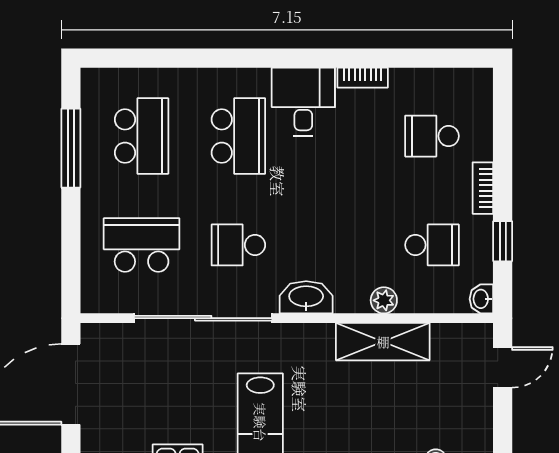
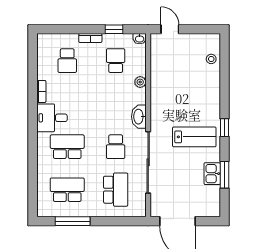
school desk: (142, 245) -> (116, 190), turned 180
shelving: (383, 342) -> (159, 83), removed

